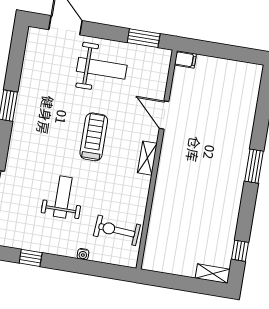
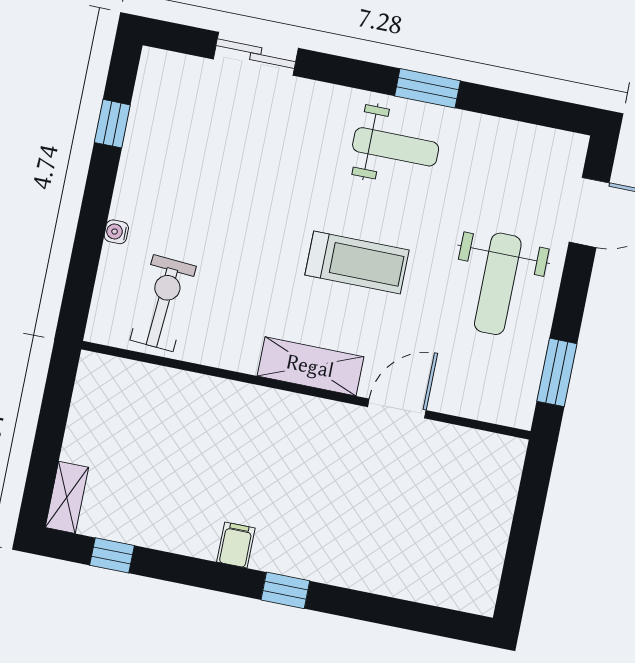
filing cabinet: (185, 59) -> (236, 545), moved, turned 180
shelving: (147, 158) -> (310, 366), width x1.50, depth x1.33
window: (254, 166) -> (285, 590), width x0.67
weight bench: (63, 197) -> (396, 147), moved

